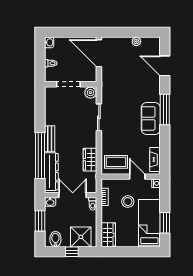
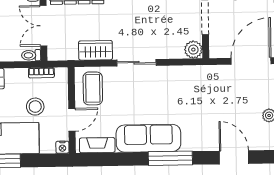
door: (165, 66) -> (234, 157), hinge flipped
sliding door: (99, 117) -> (136, 63), moved
sofa: (151, 118) -> (148, 138), width x1.36
double door: (73, 195) -> (43, 26), swing flipped

